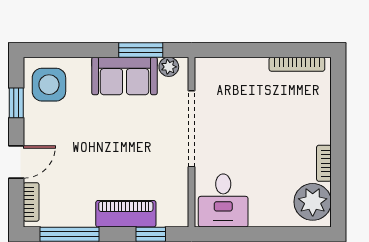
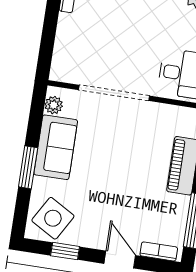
window: (141, 50) -> (28, 167), moved
side table: (49, 85) -> (53, 218), turned 30

